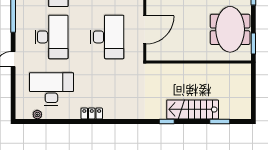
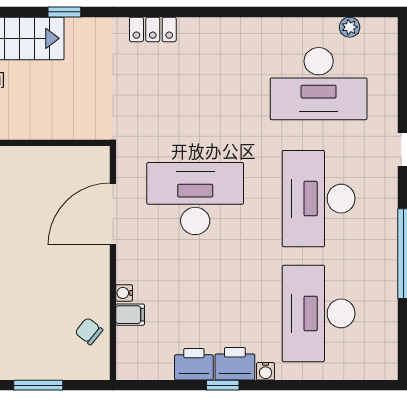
desk: (107, 37) -> (195, 199), turned 90
locker: (92, 114) -> (153, 29), moved

